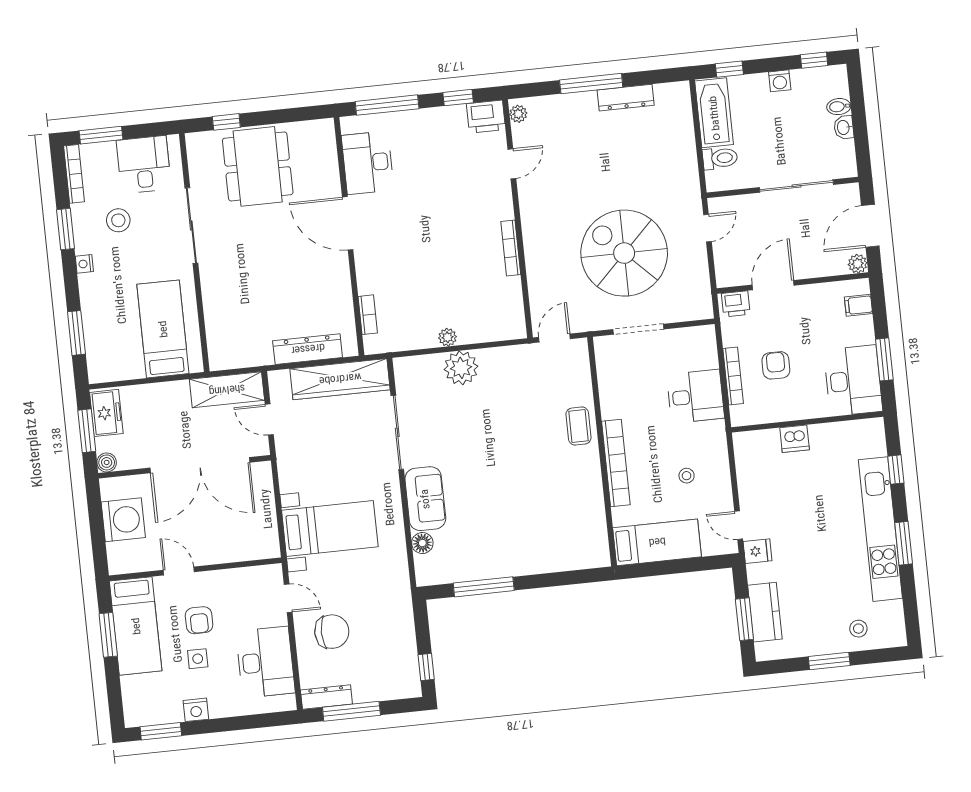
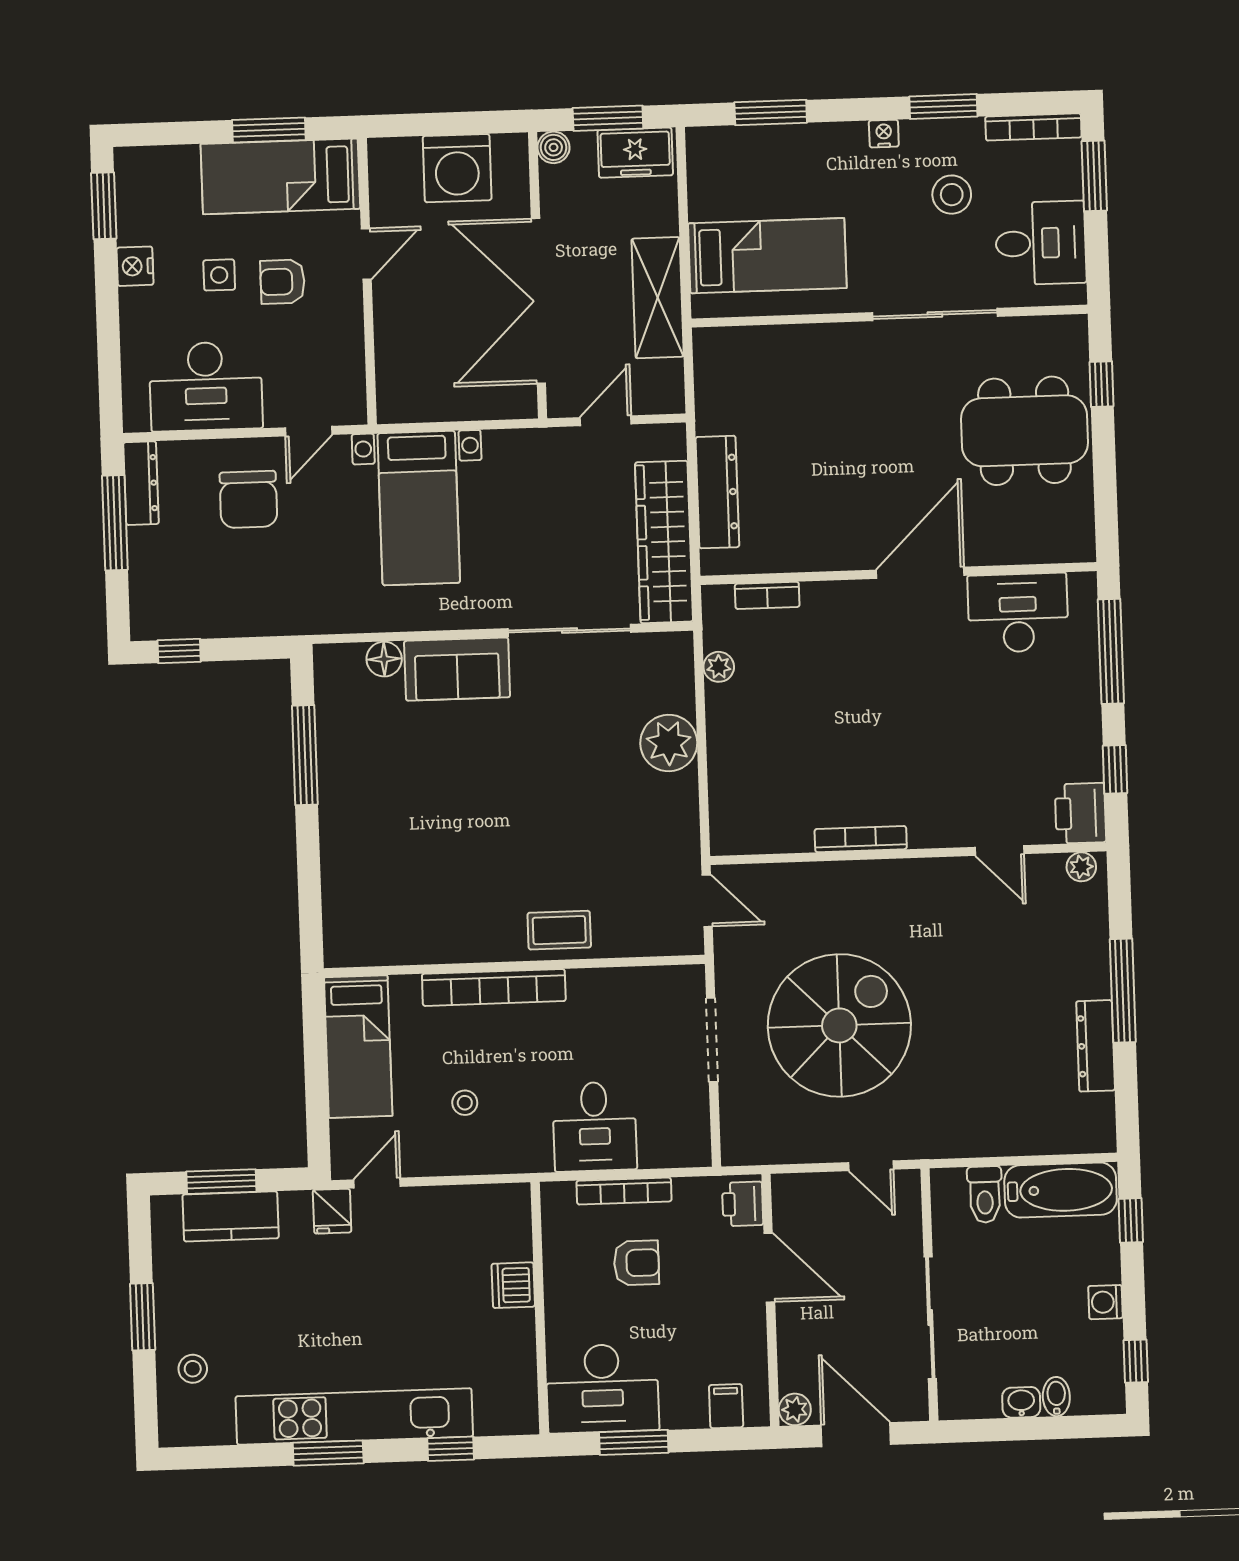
plant: (447, 337) -> (719, 667), moved
shelving: (227, 390) -> (658, 298), moved

